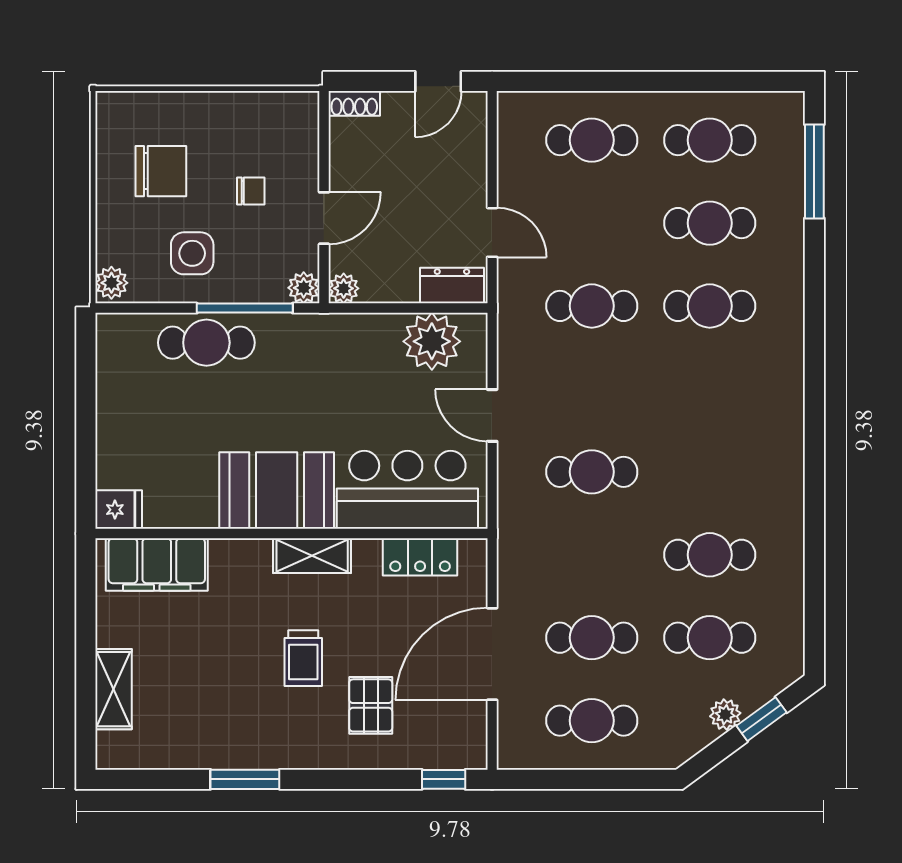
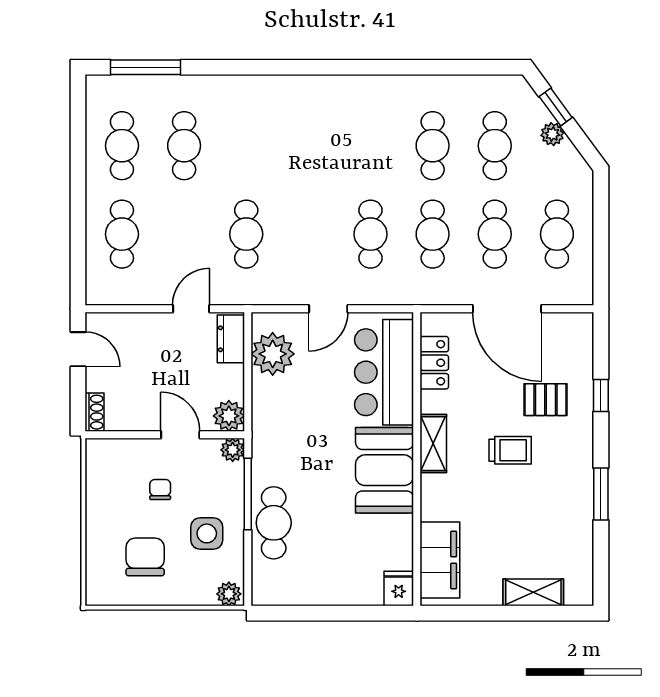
plant: (344, 288) -> (229, 416), width x1.38, depth x1.38
cafe table: (710, 306) -> (433, 234), moved
window: (444, 779) -> (601, 395), moved

